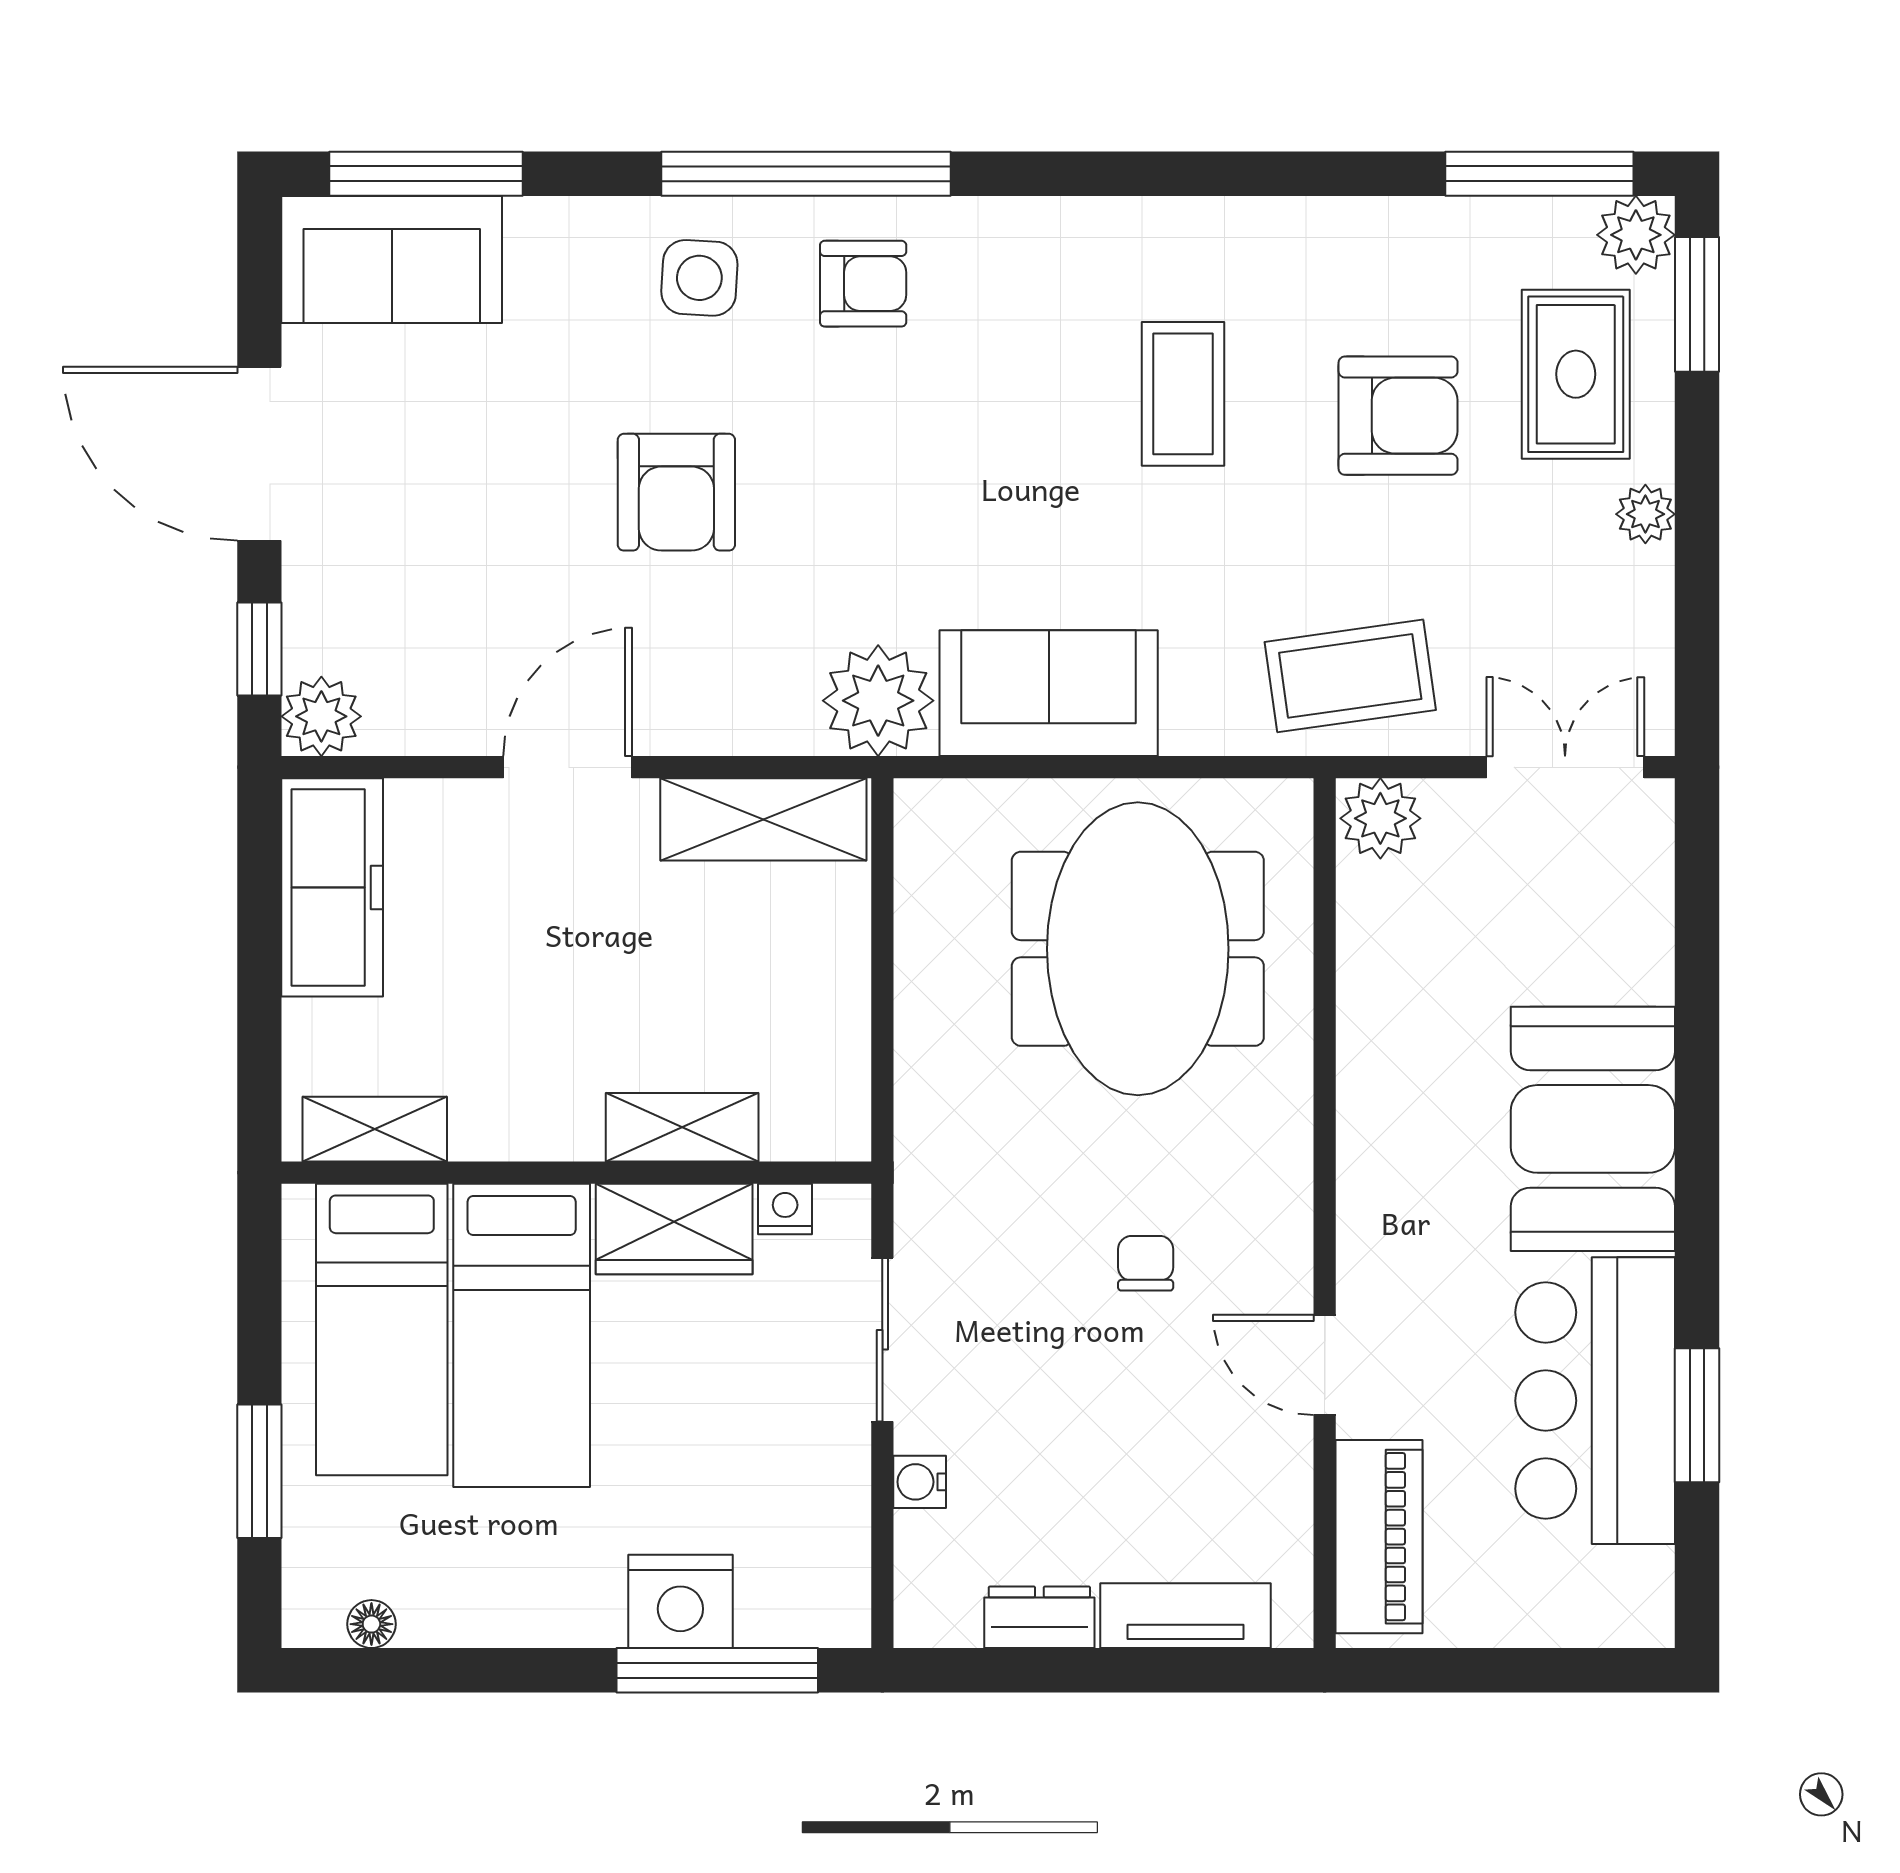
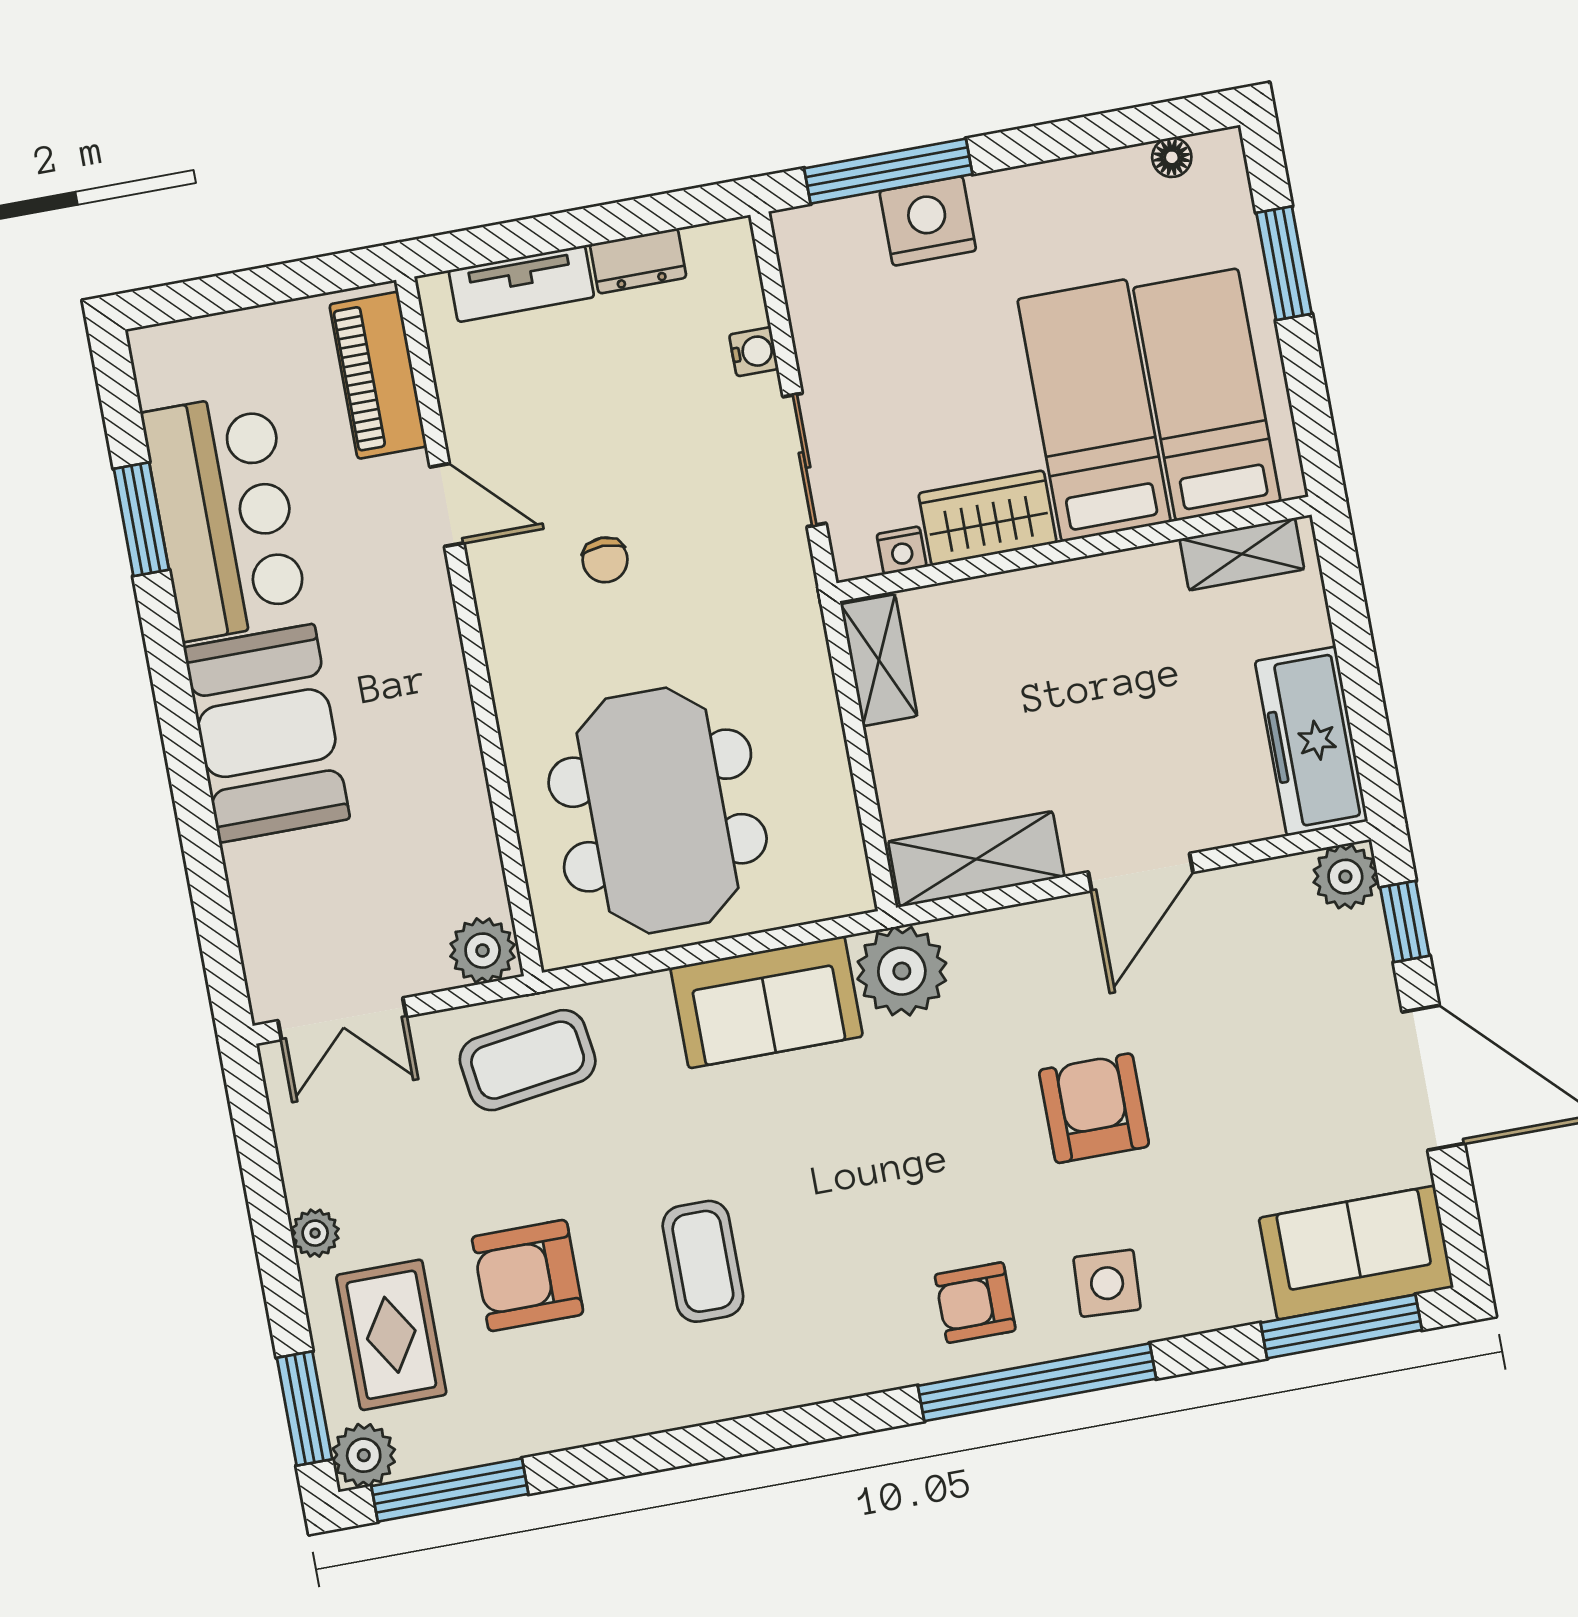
shelving: (682, 1127) -> (879, 660), moved, turned 90

